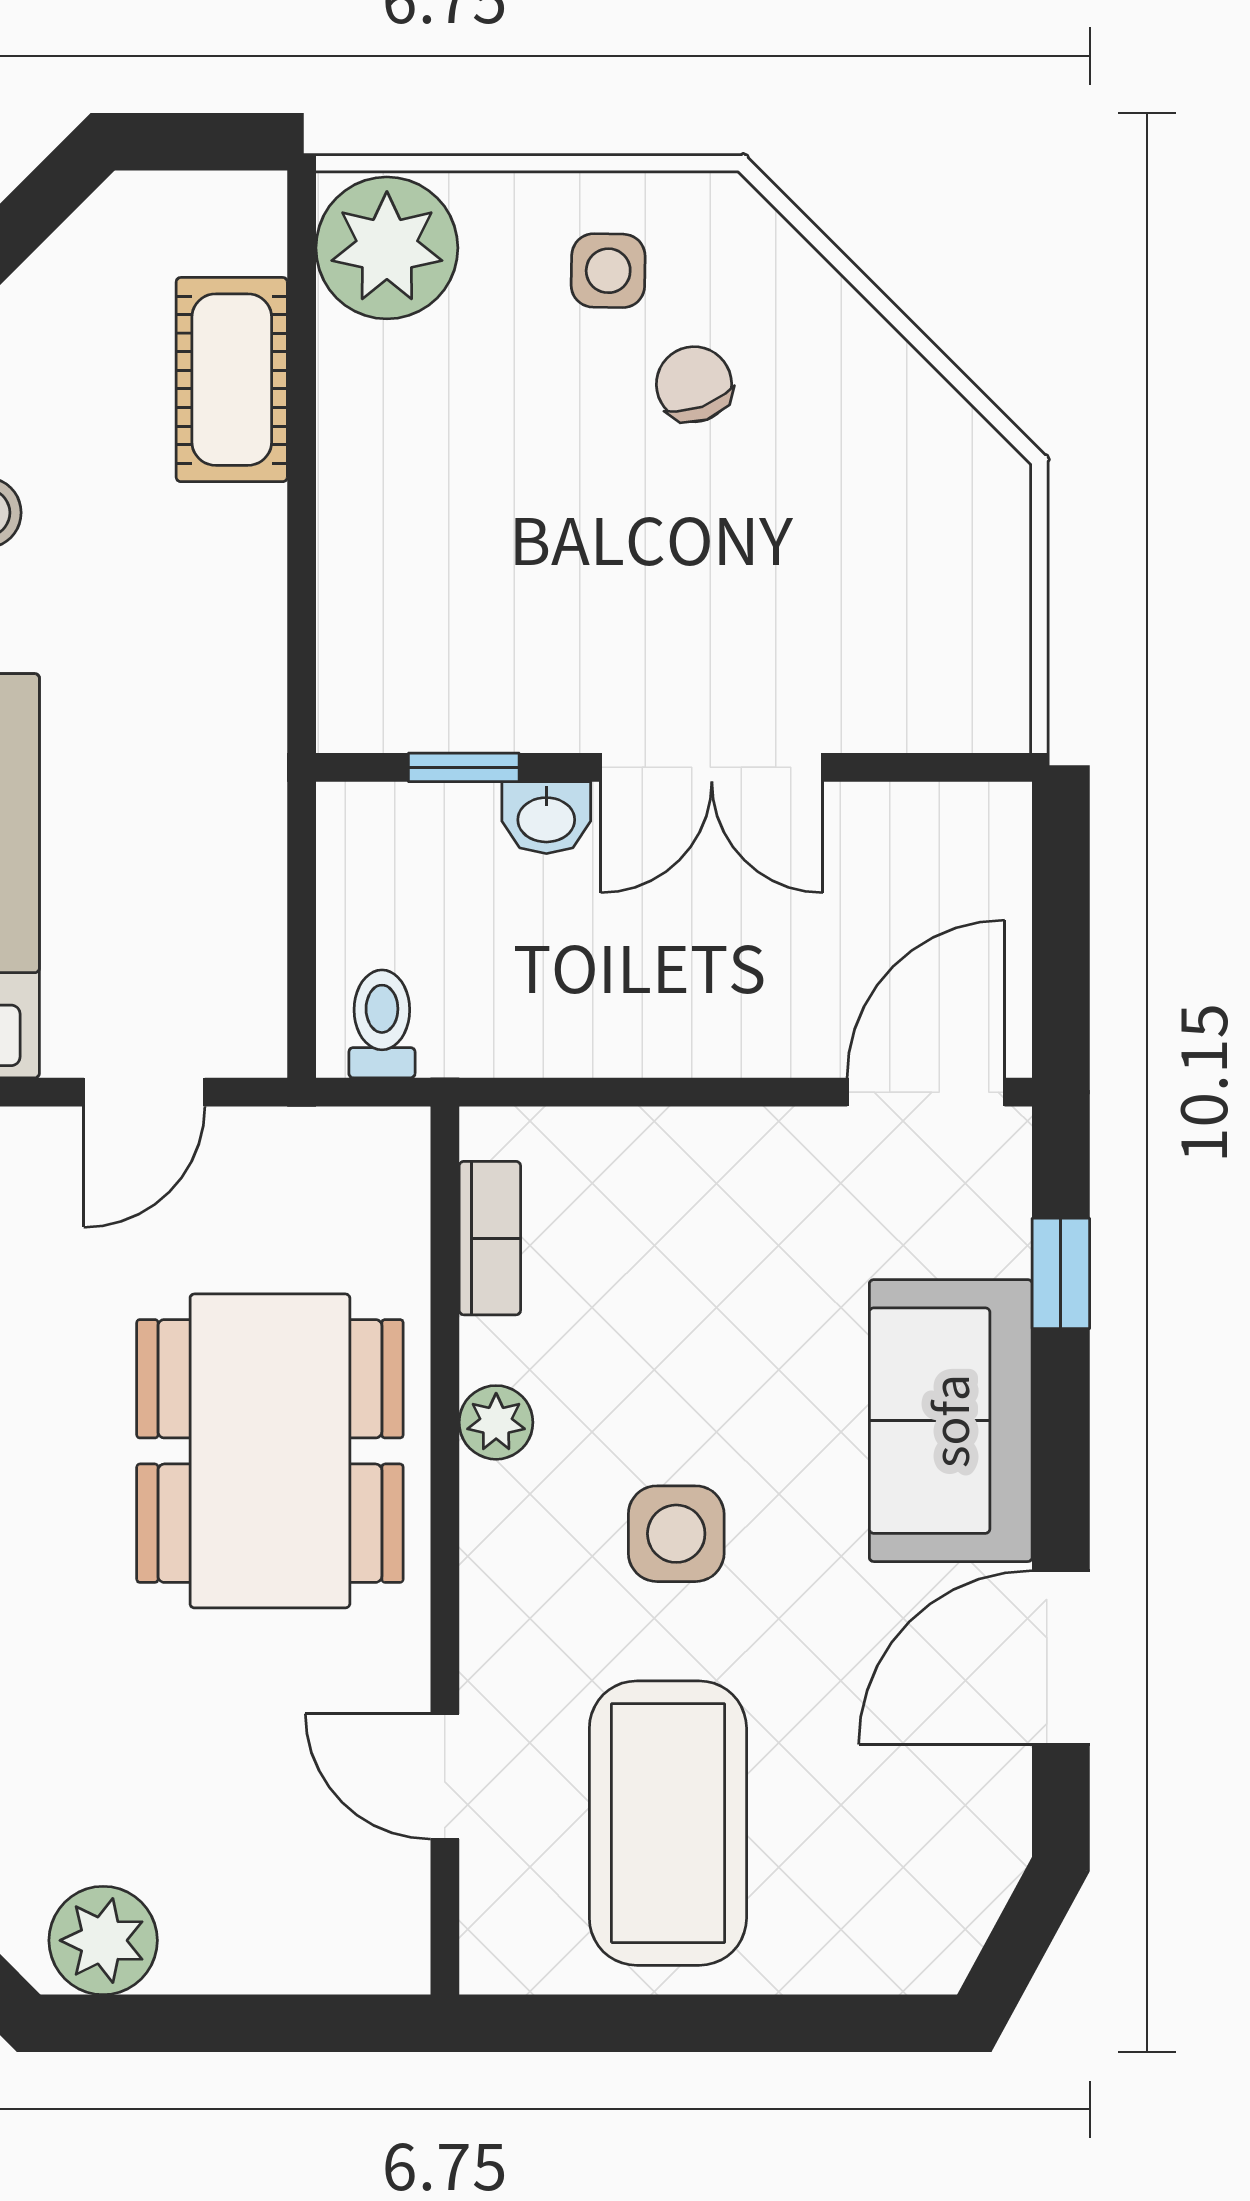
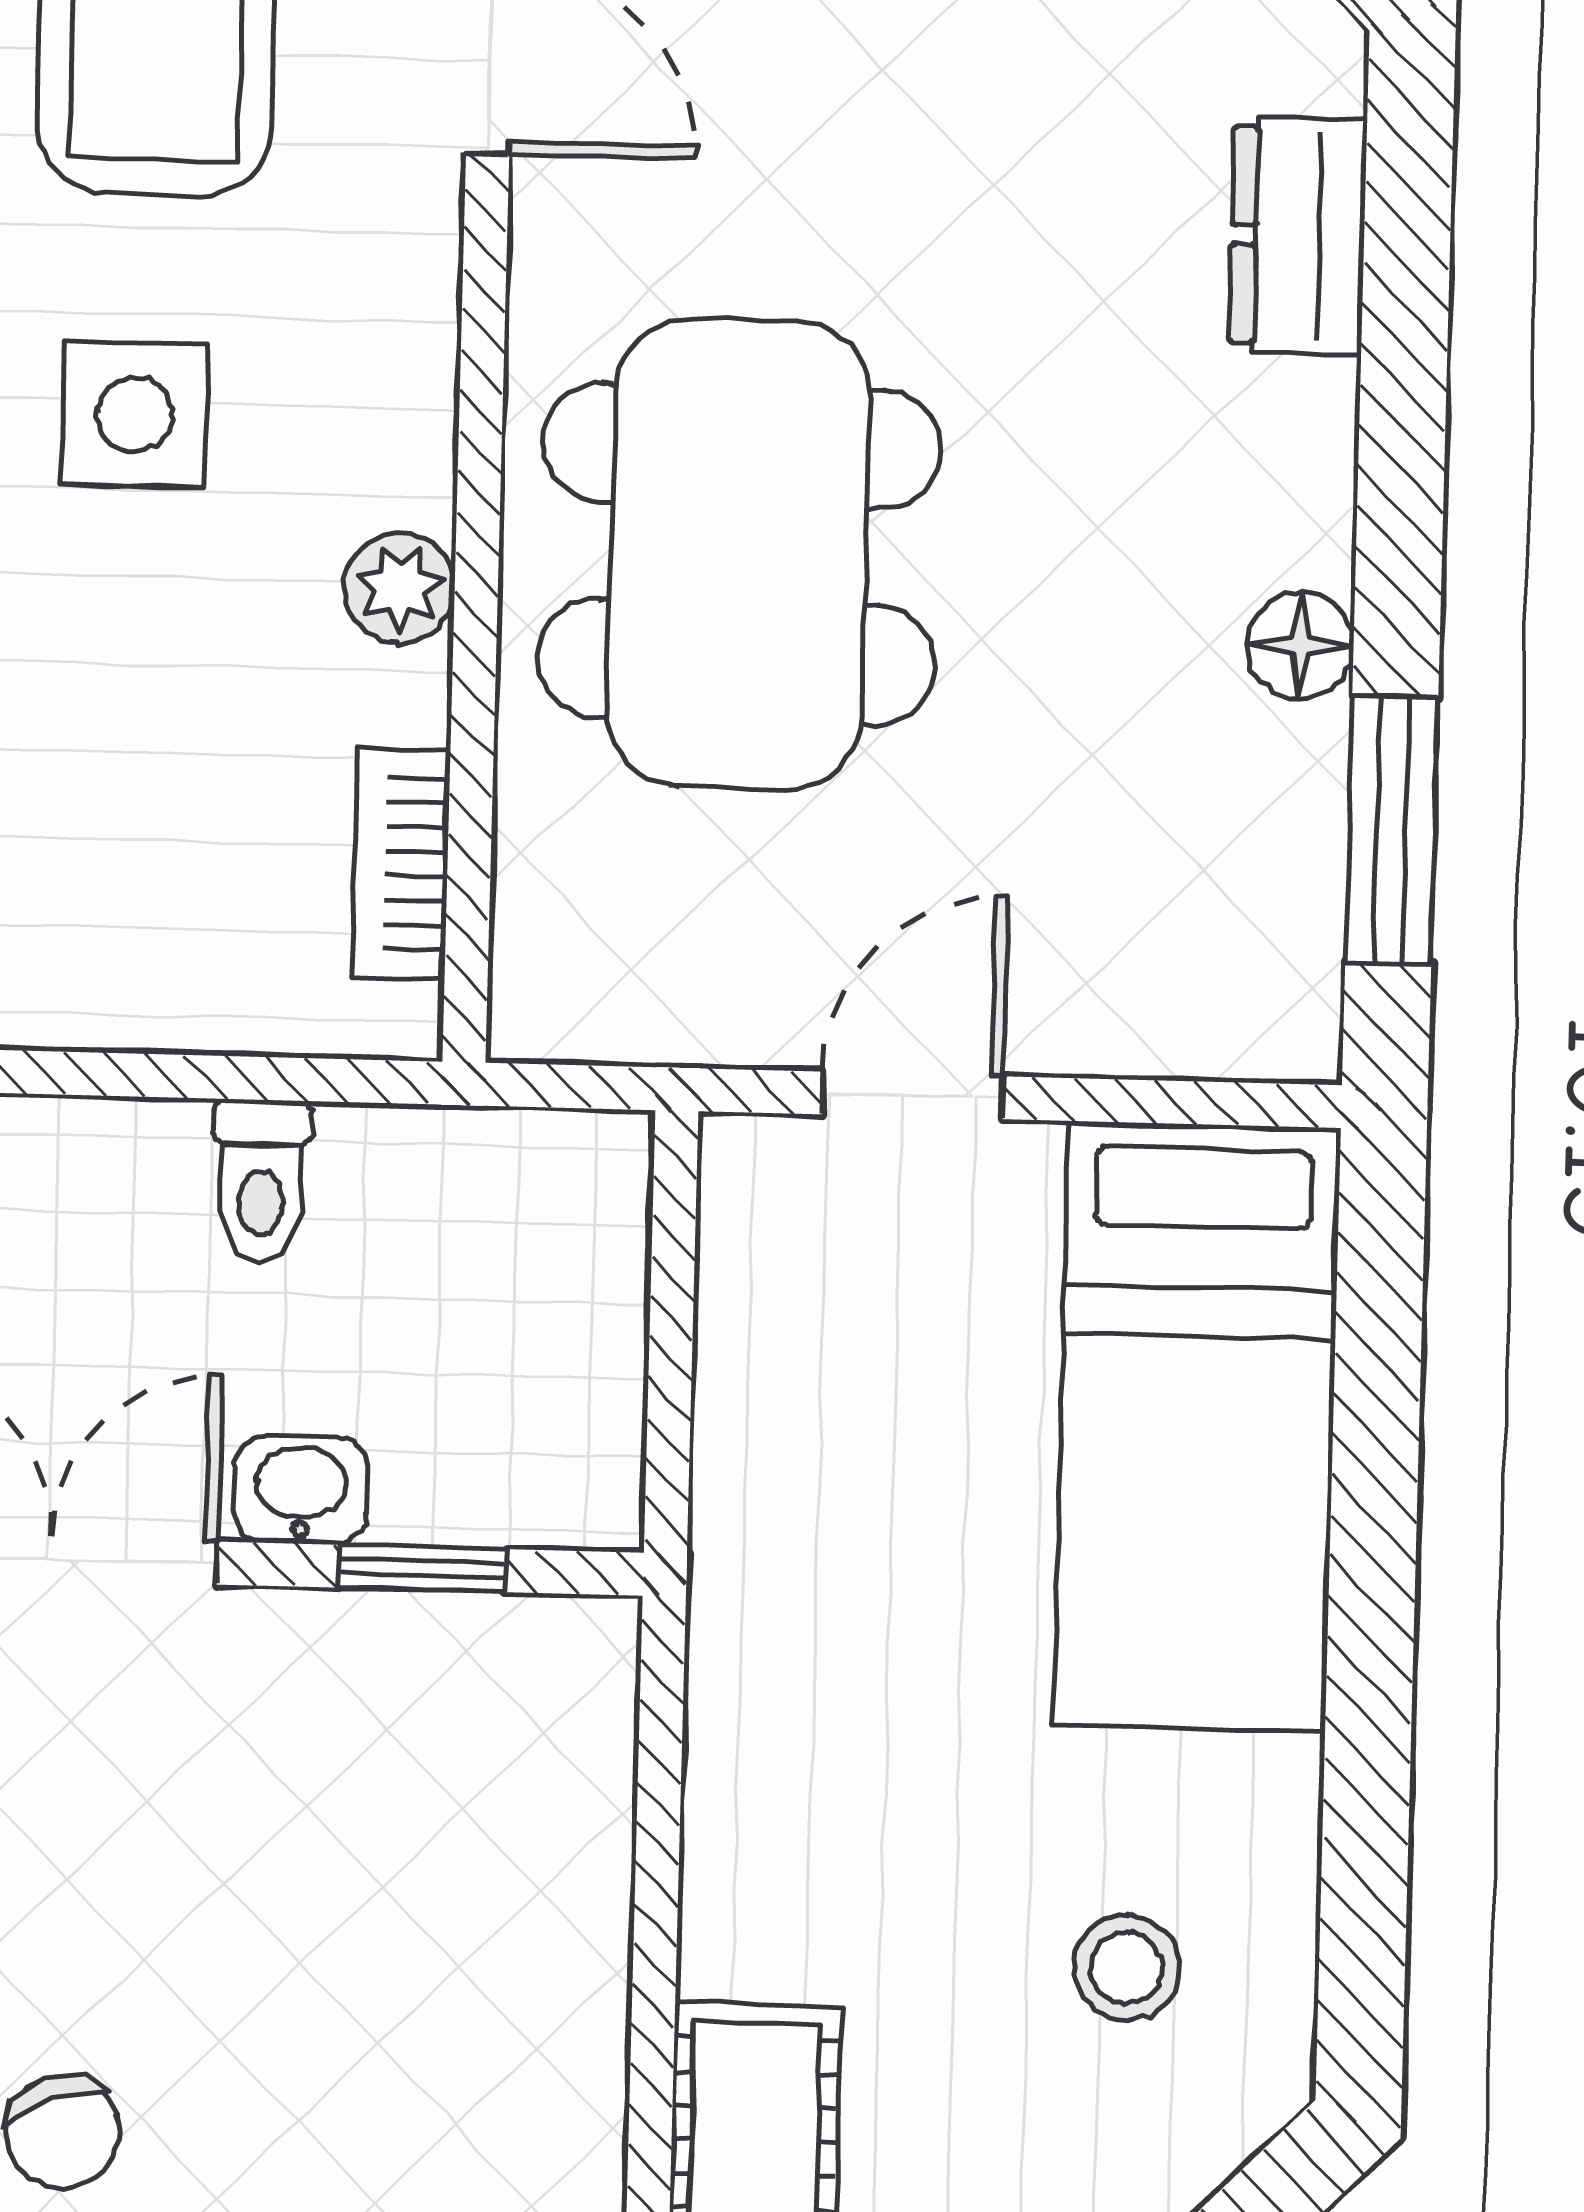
toilet: (382, 1024) -> (261, 1180), moved

